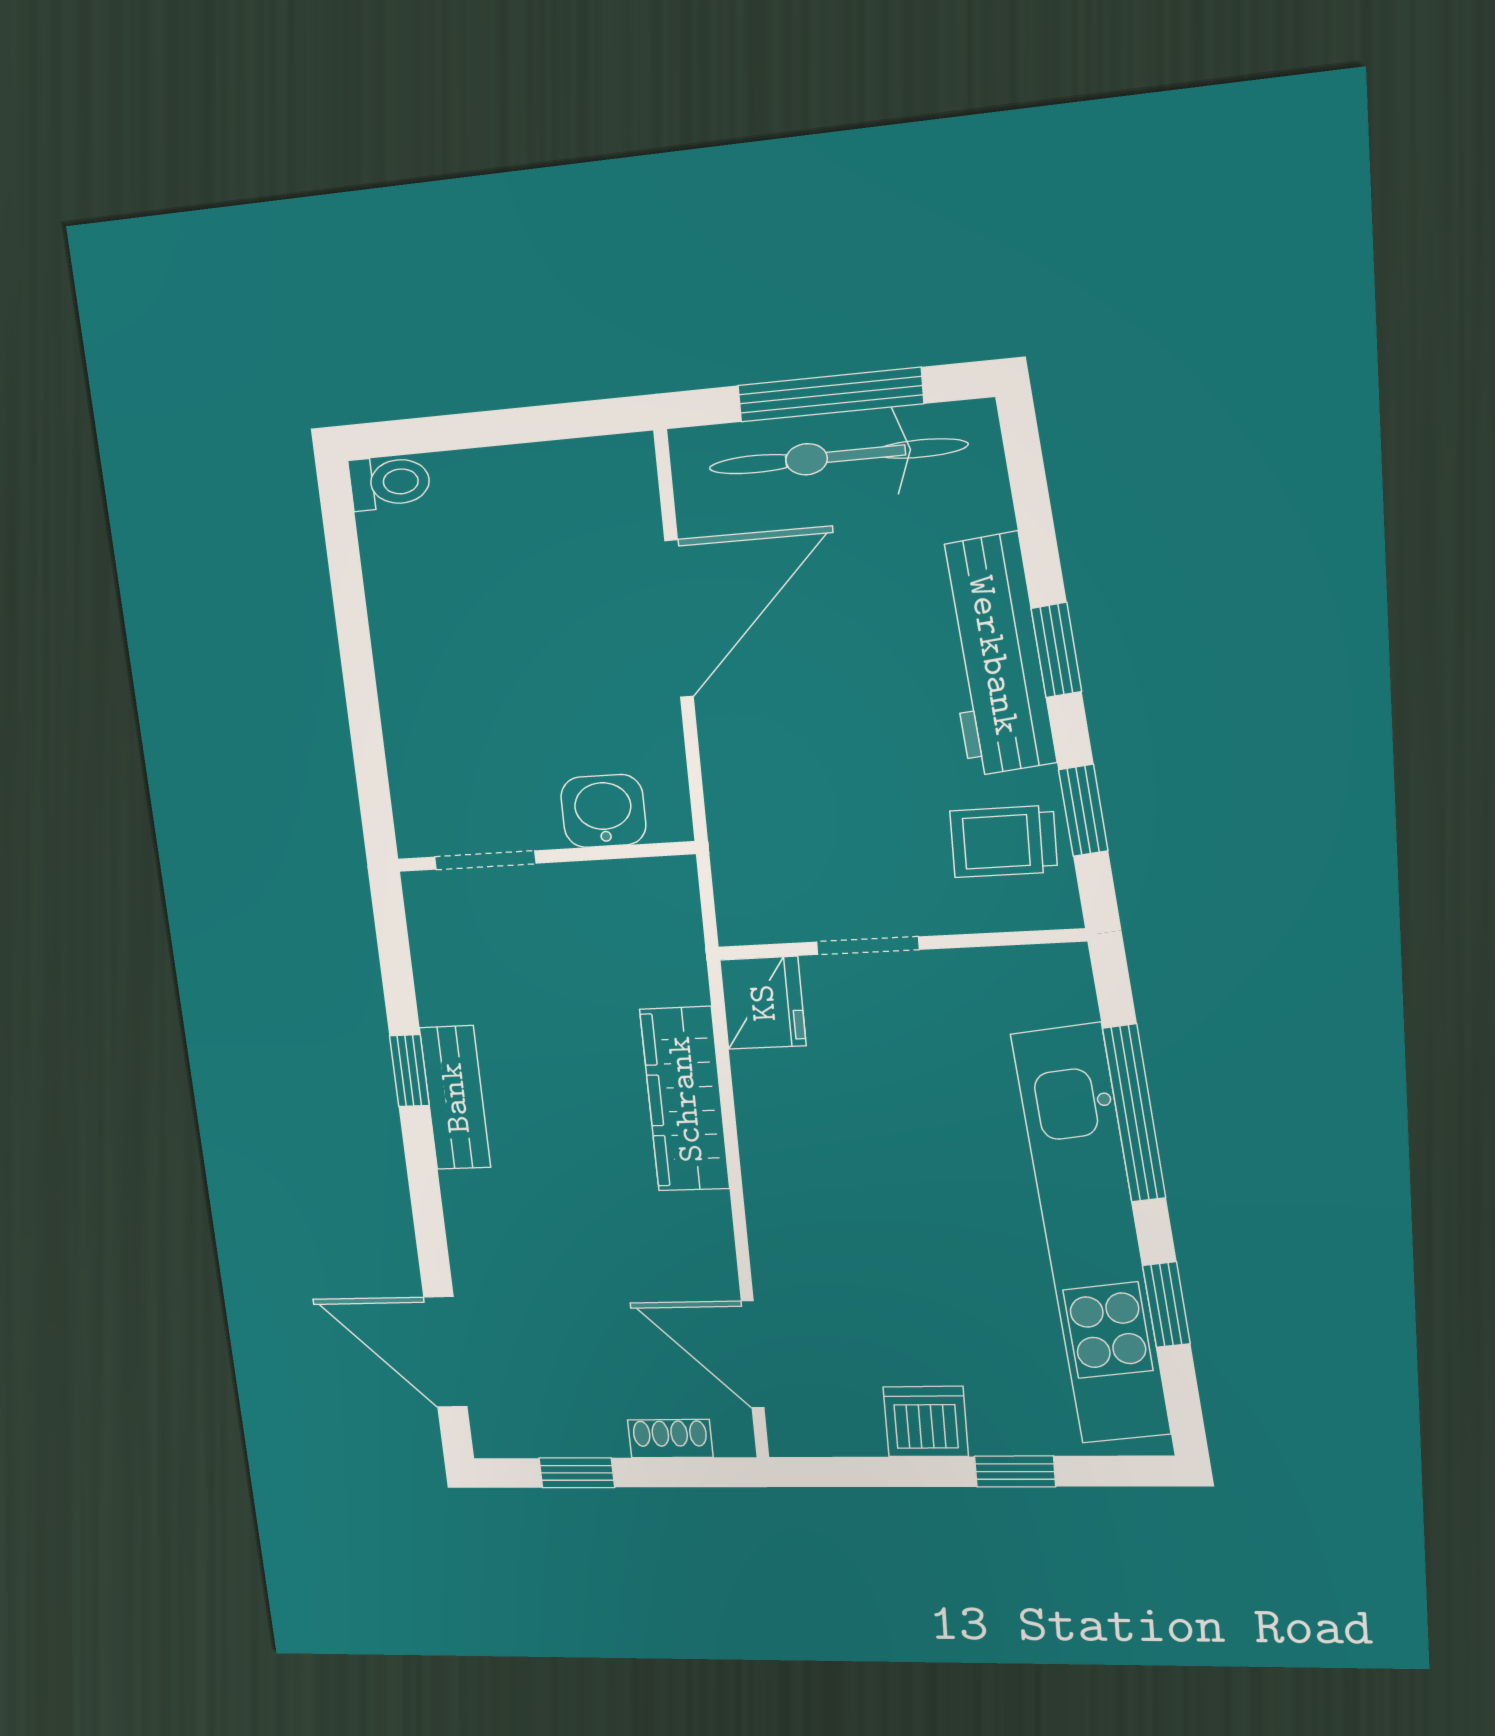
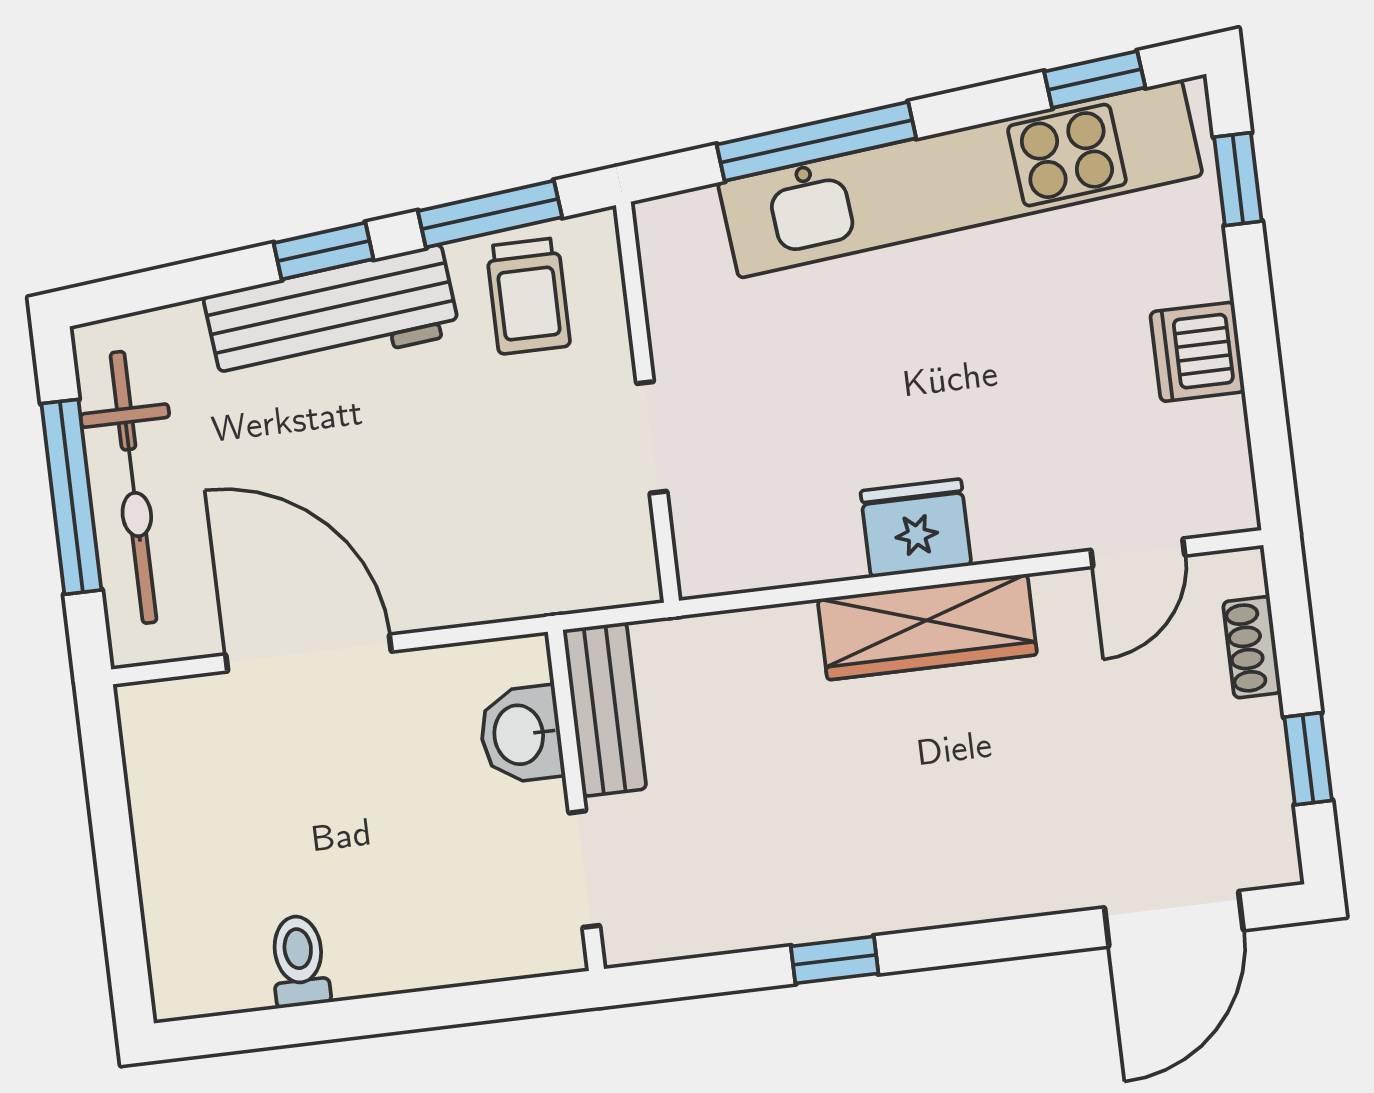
toilet: (390, 482) -> (299, 961), moved
window: (1083, 810) -> (490, 214), width x1.50
fridge: (763, 1003) -> (916, 528), moved
bench: (455, 1098) -> (605, 709), moved, turned 90
wardrobe: (685, 1099) -> (927, 627), moved
window: (1166, 1305) -> (1095, 80), moved
door: (753, 1355) -> (1138, 553), width x0.73
window: (1015, 1471) -> (1238, 179), moved

